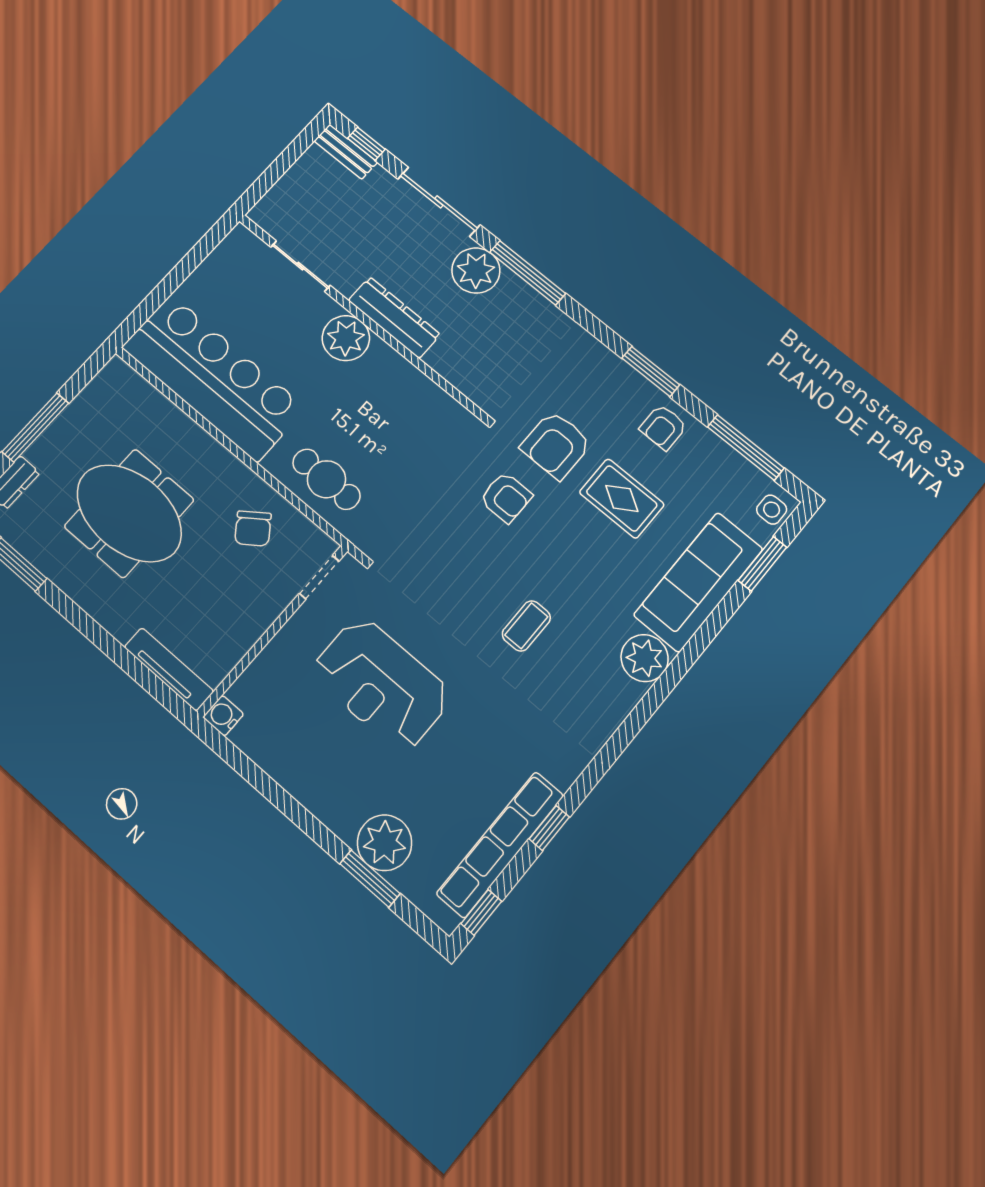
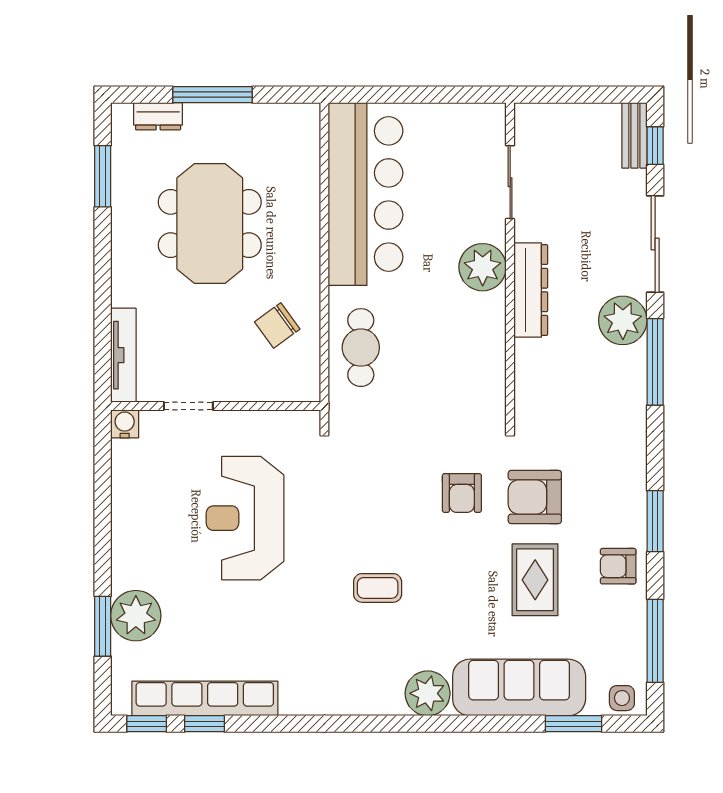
doorway: (319, 577) -> (188, 406), moved
window: (549, 828) -> (204, 724), moved

